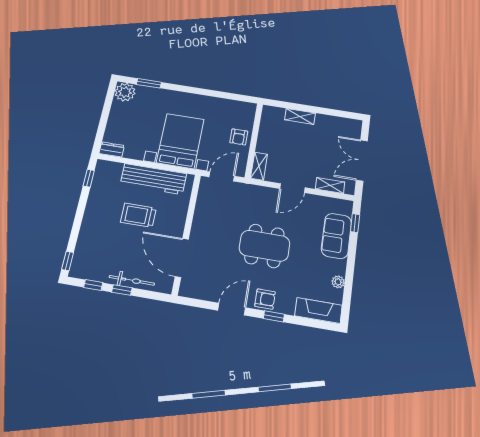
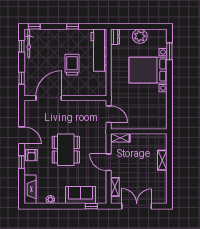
plant: (125, 92) -> (140, 36), moved
armchair: (239, 137) -> (139, 121), removed
bed with nightstands: (180, 141) -> (148, 70), moved, turned 180
window: (89, 178) -> (73, 26), moved
workbench: (153, 179) -> (99, 50), moved
bicycle: (132, 280) -> (29, 44), moved
window: (122, 290) -> (22, 78), moved

